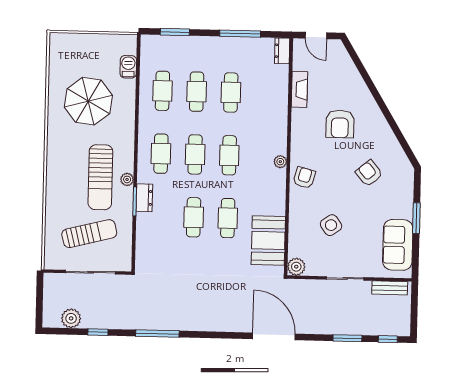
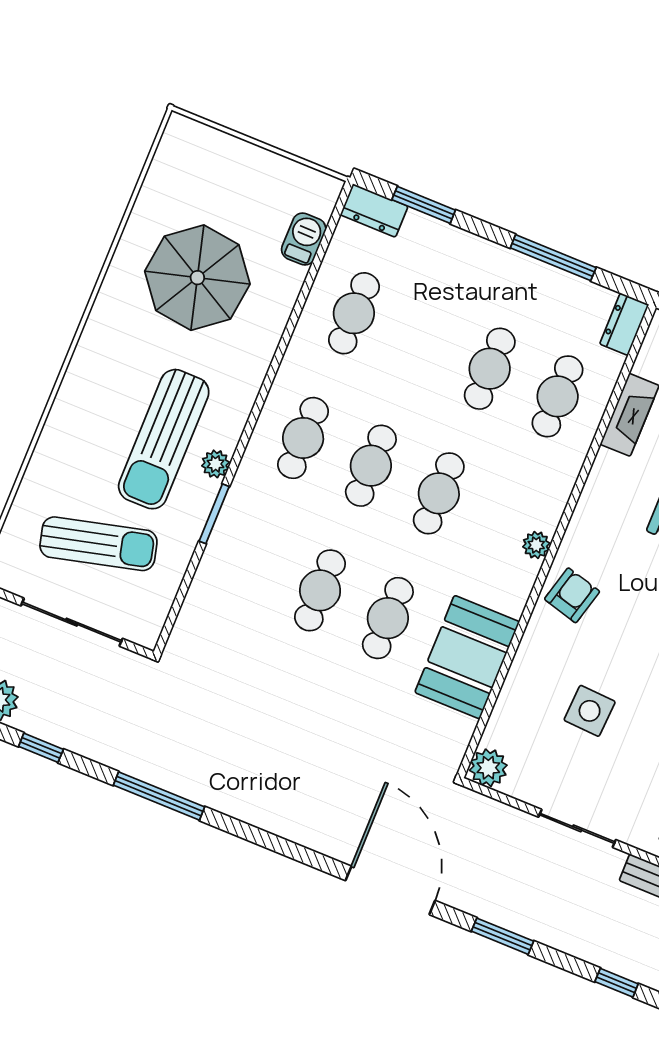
cafe table: (197, 92) -> (558, 396), moved
dresser: (144, 198) -> (374, 210), moved, turned 90
side table: (331, 225) -> (590, 711), turned 38
booth: (268, 240) -> (467, 657), moved
window: (347, 338) -> (502, 936), moved

